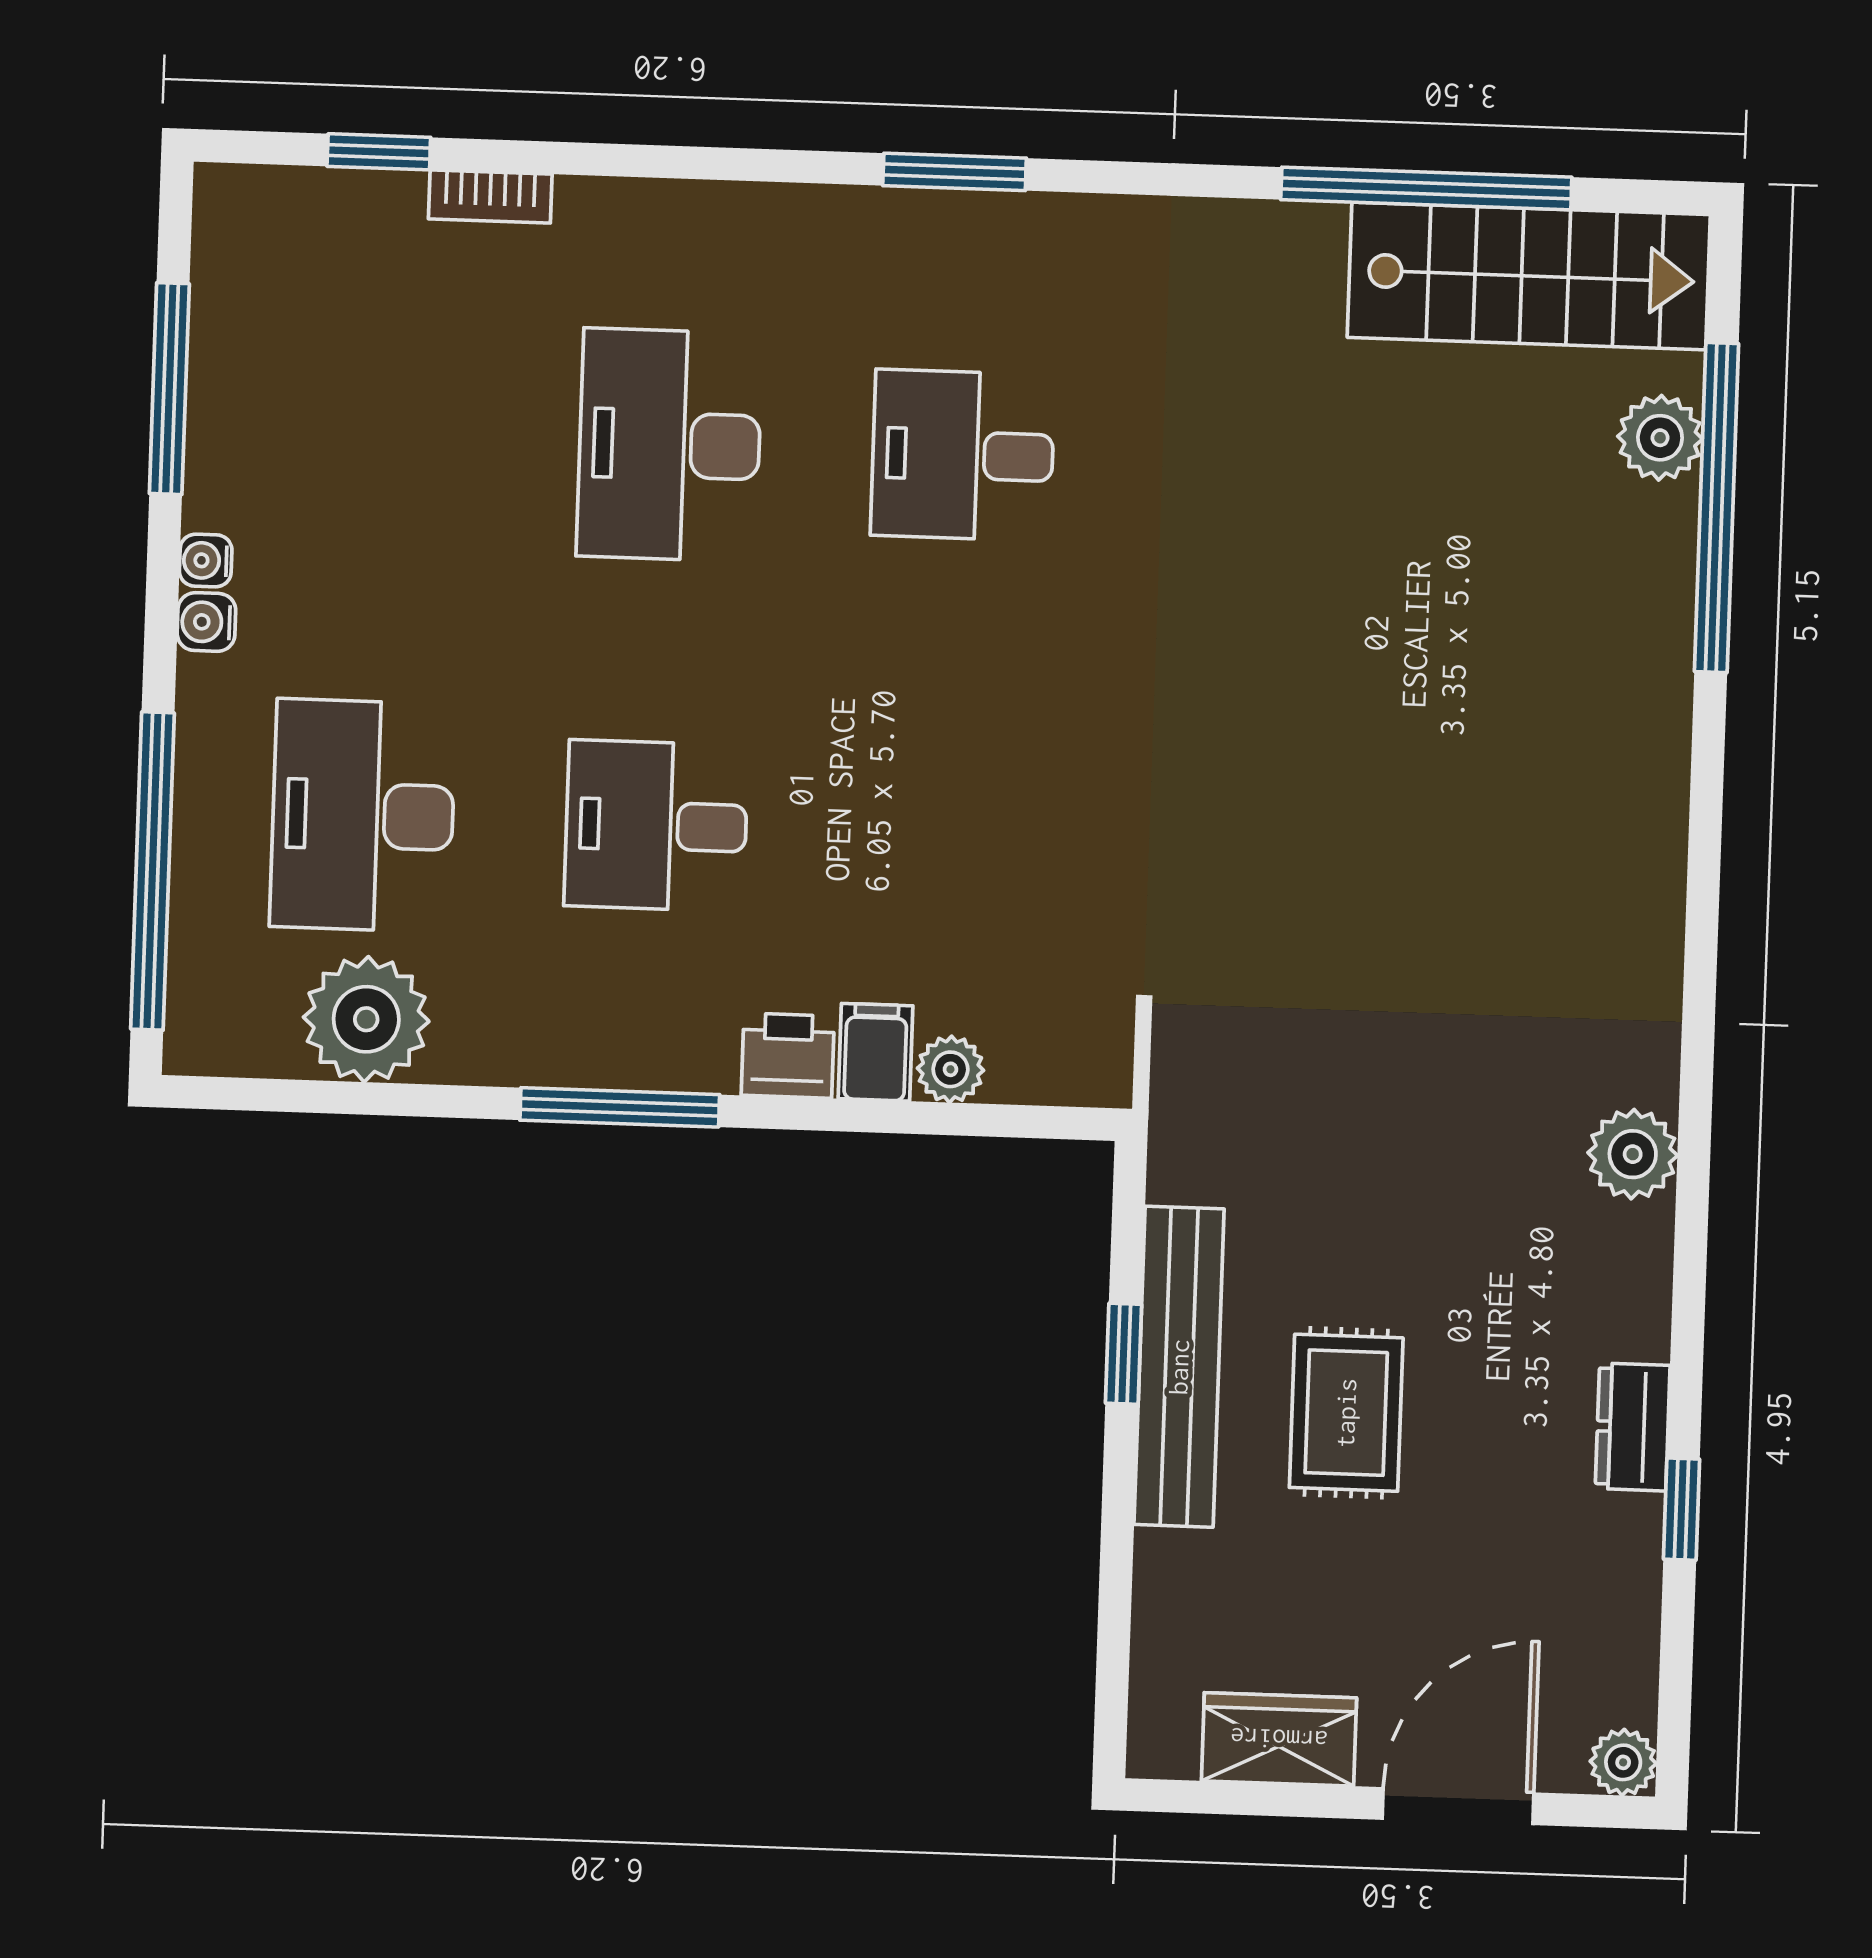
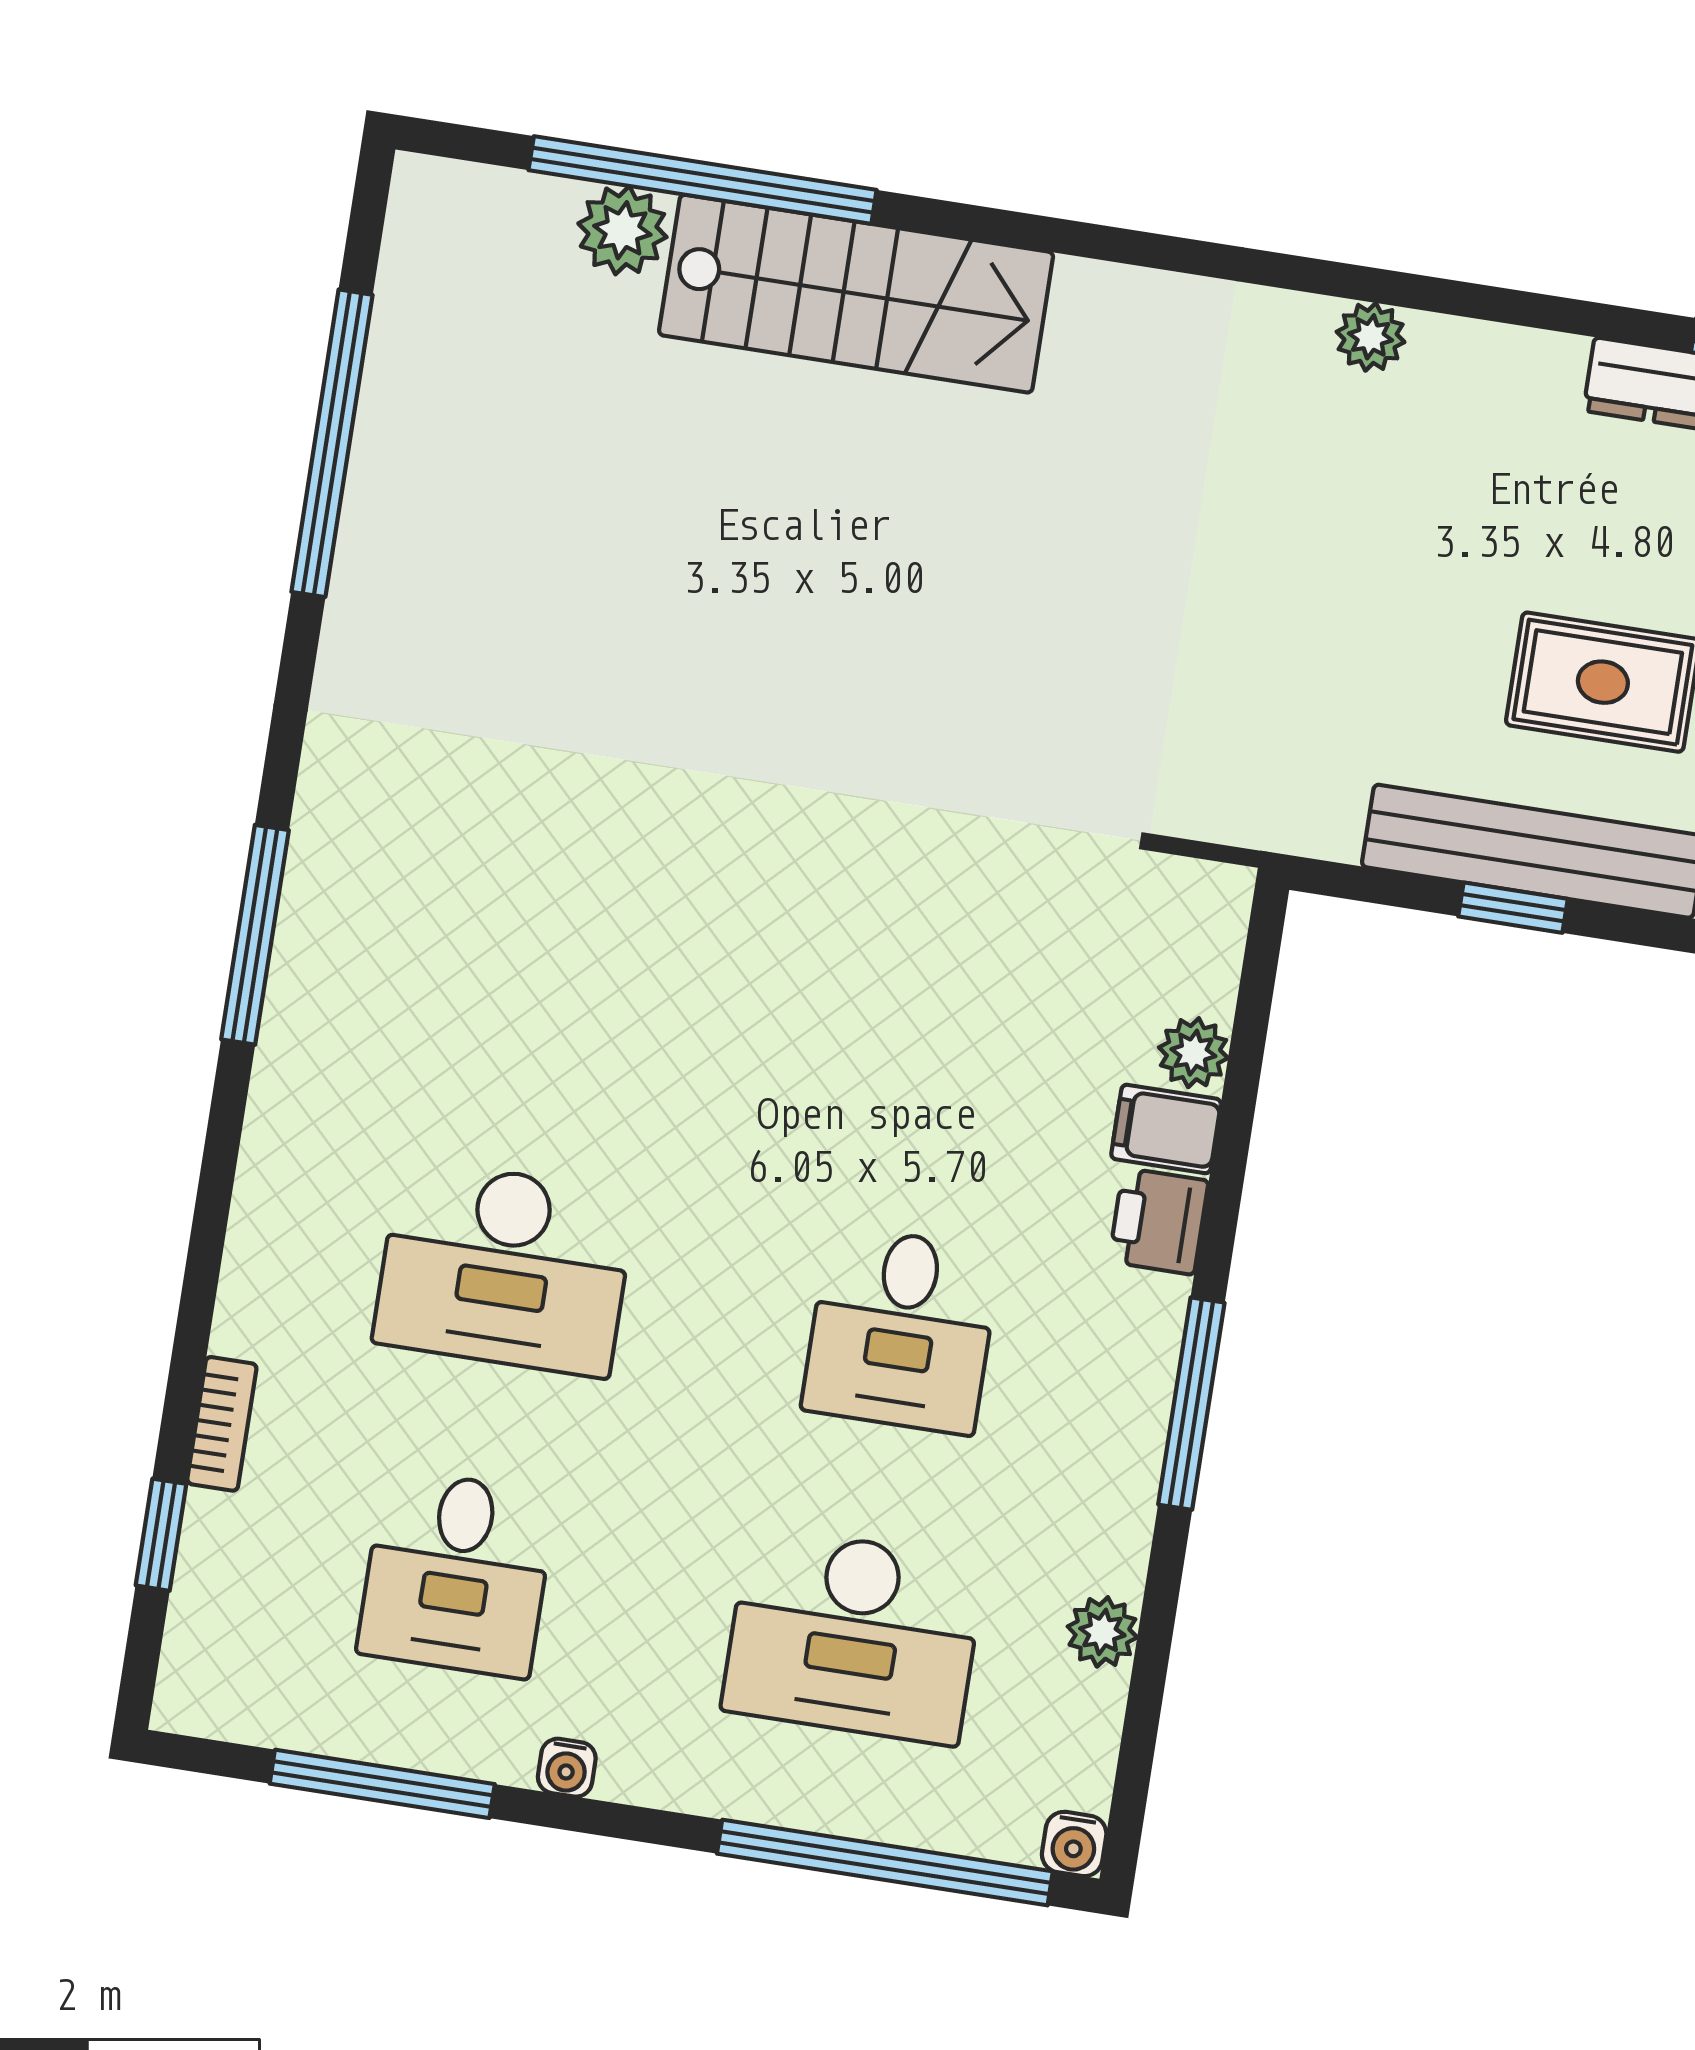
window: (955, 172) -> (255, 935), width x1.44
stairs: (1529, 276) -> (856, 294), moved, turned 90
desk: (963, 455) -> (457, 1573), moved
water cooler: (206, 622) -> (1074, 1844), moved
plant: (366, 1019) -> (1102, 1632), width x0.53, depth x0.53
plant: (1633, 1154) -> (1371, 337), width x0.73, depth x0.73

